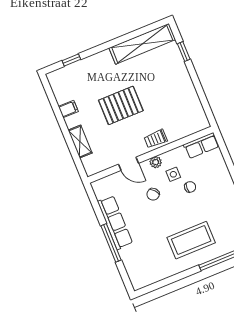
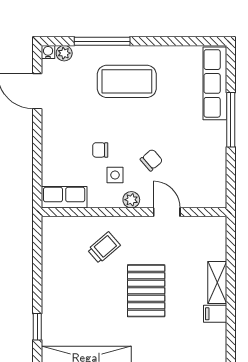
pallet: (121, 105) -> (146, 291), turned 90
trolley: (156, 139) -> (104, 248), moved, turned -41
shelving: (80, 142) -> (217, 282), moved
row of seats: (115, 222) -> (215, 83), moved

